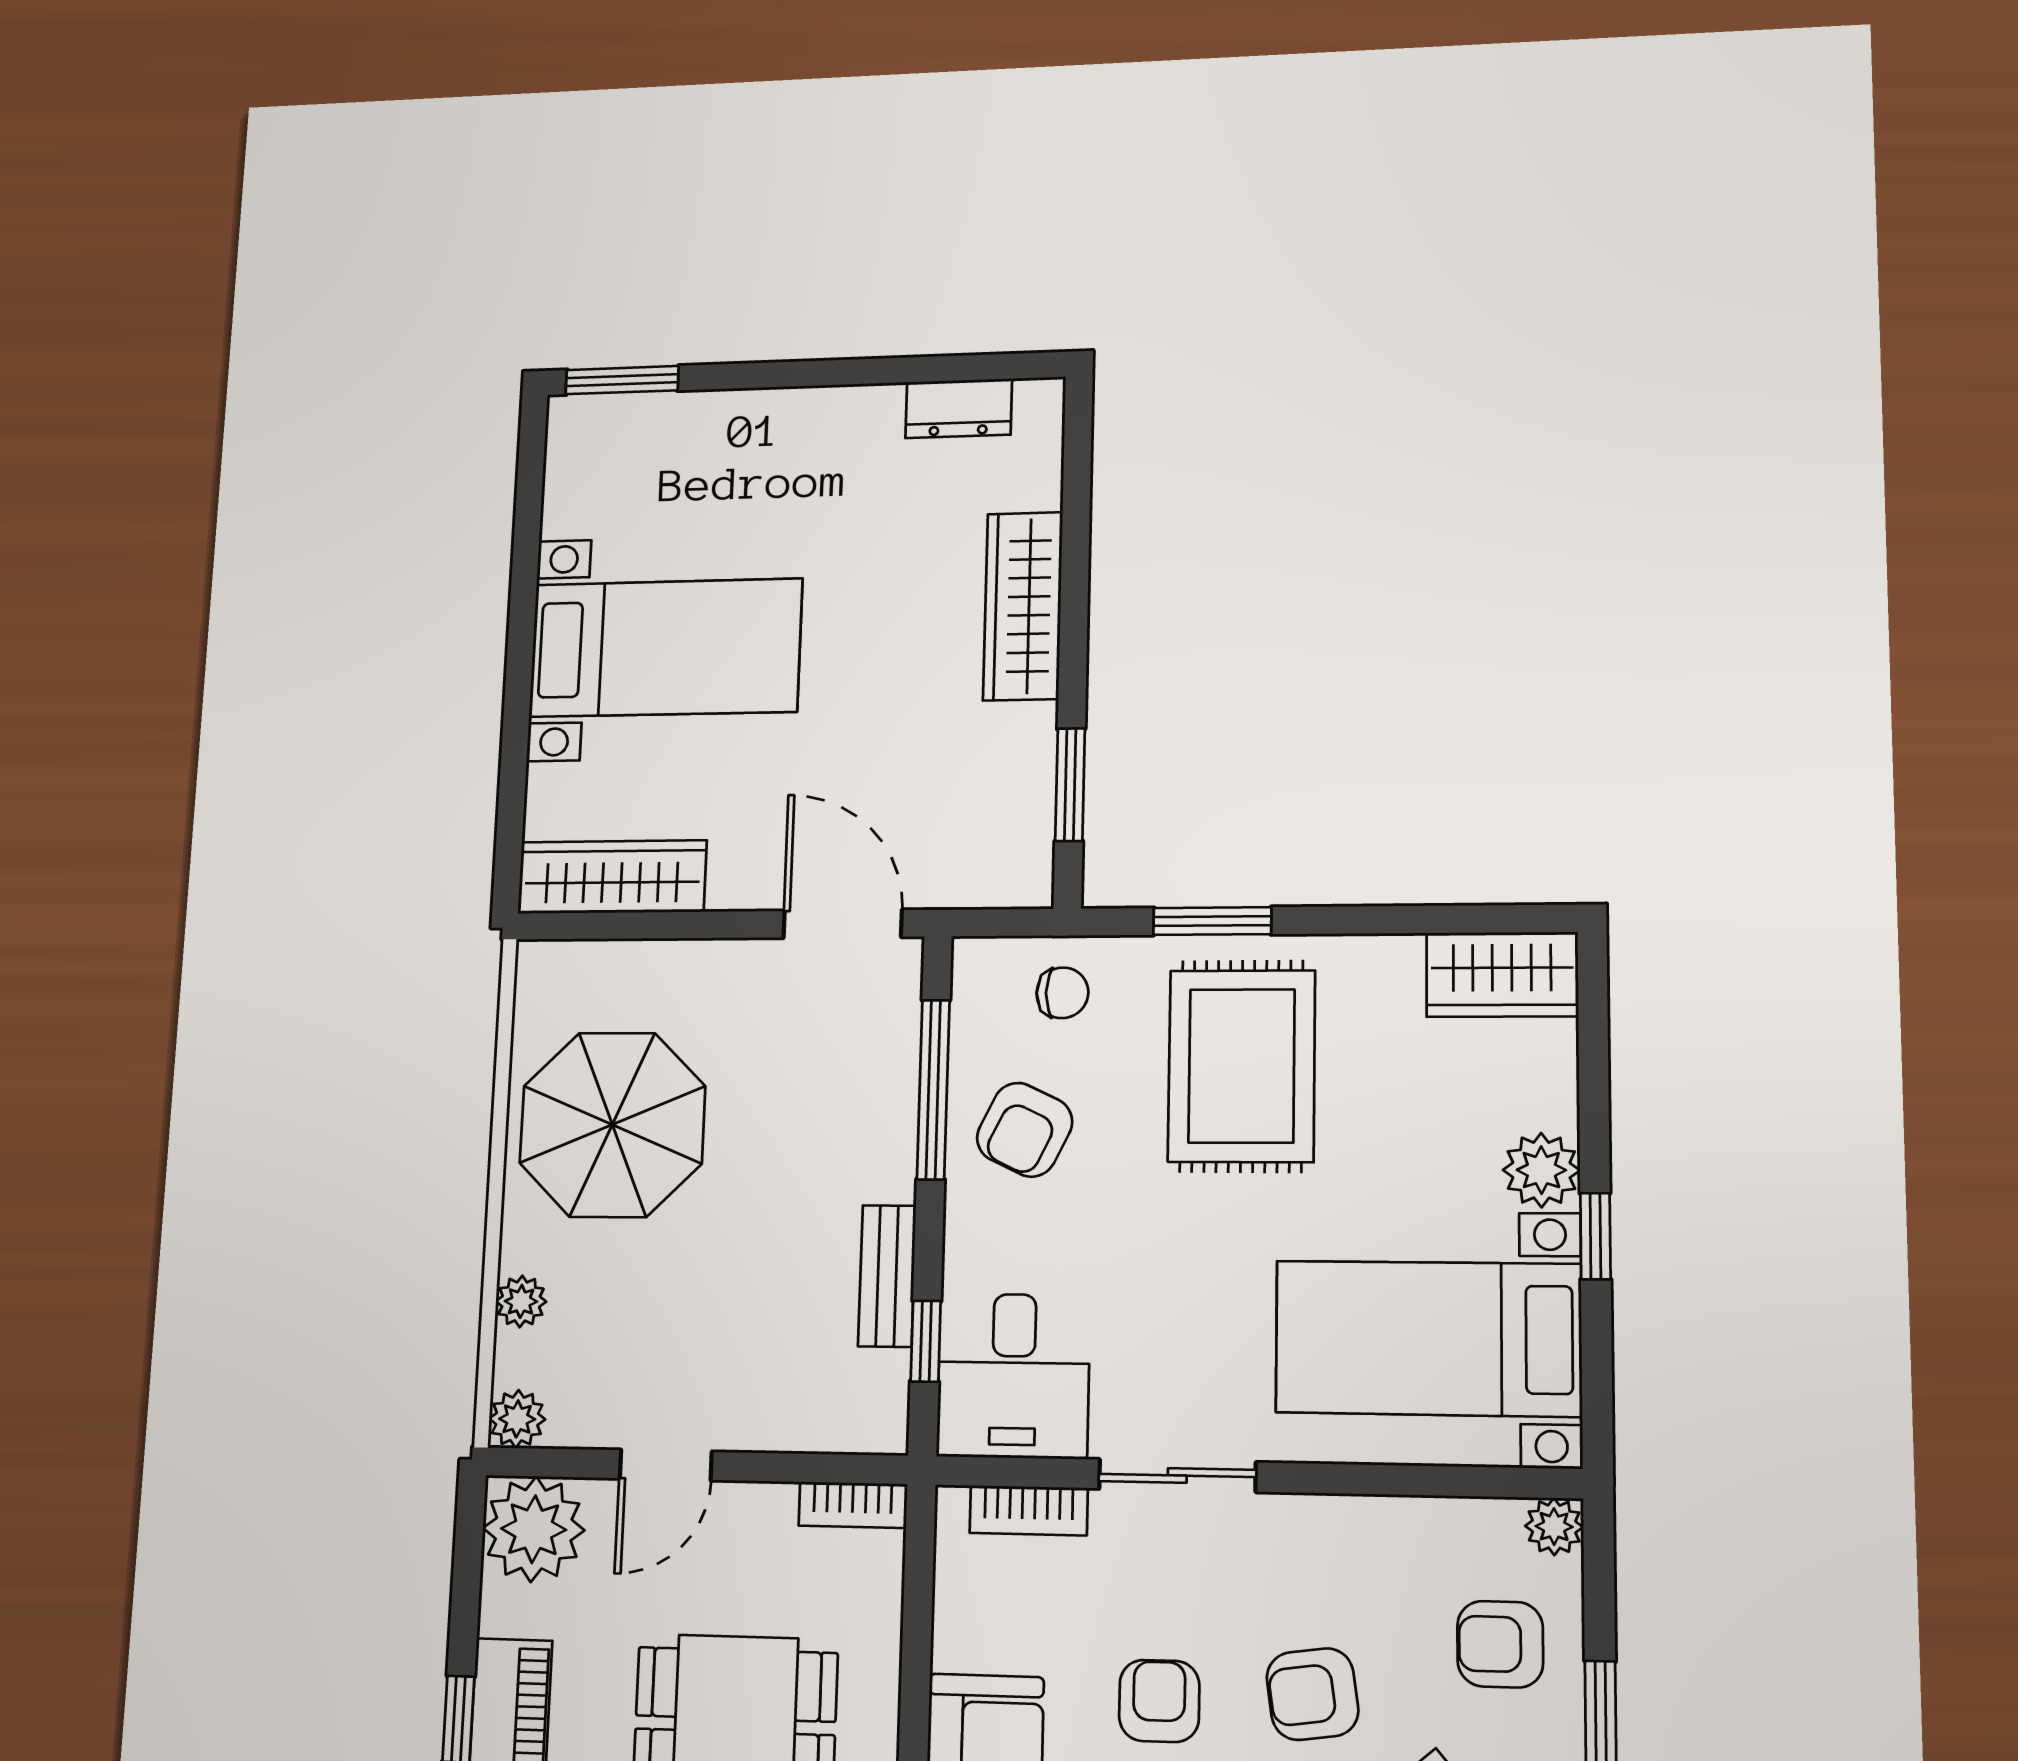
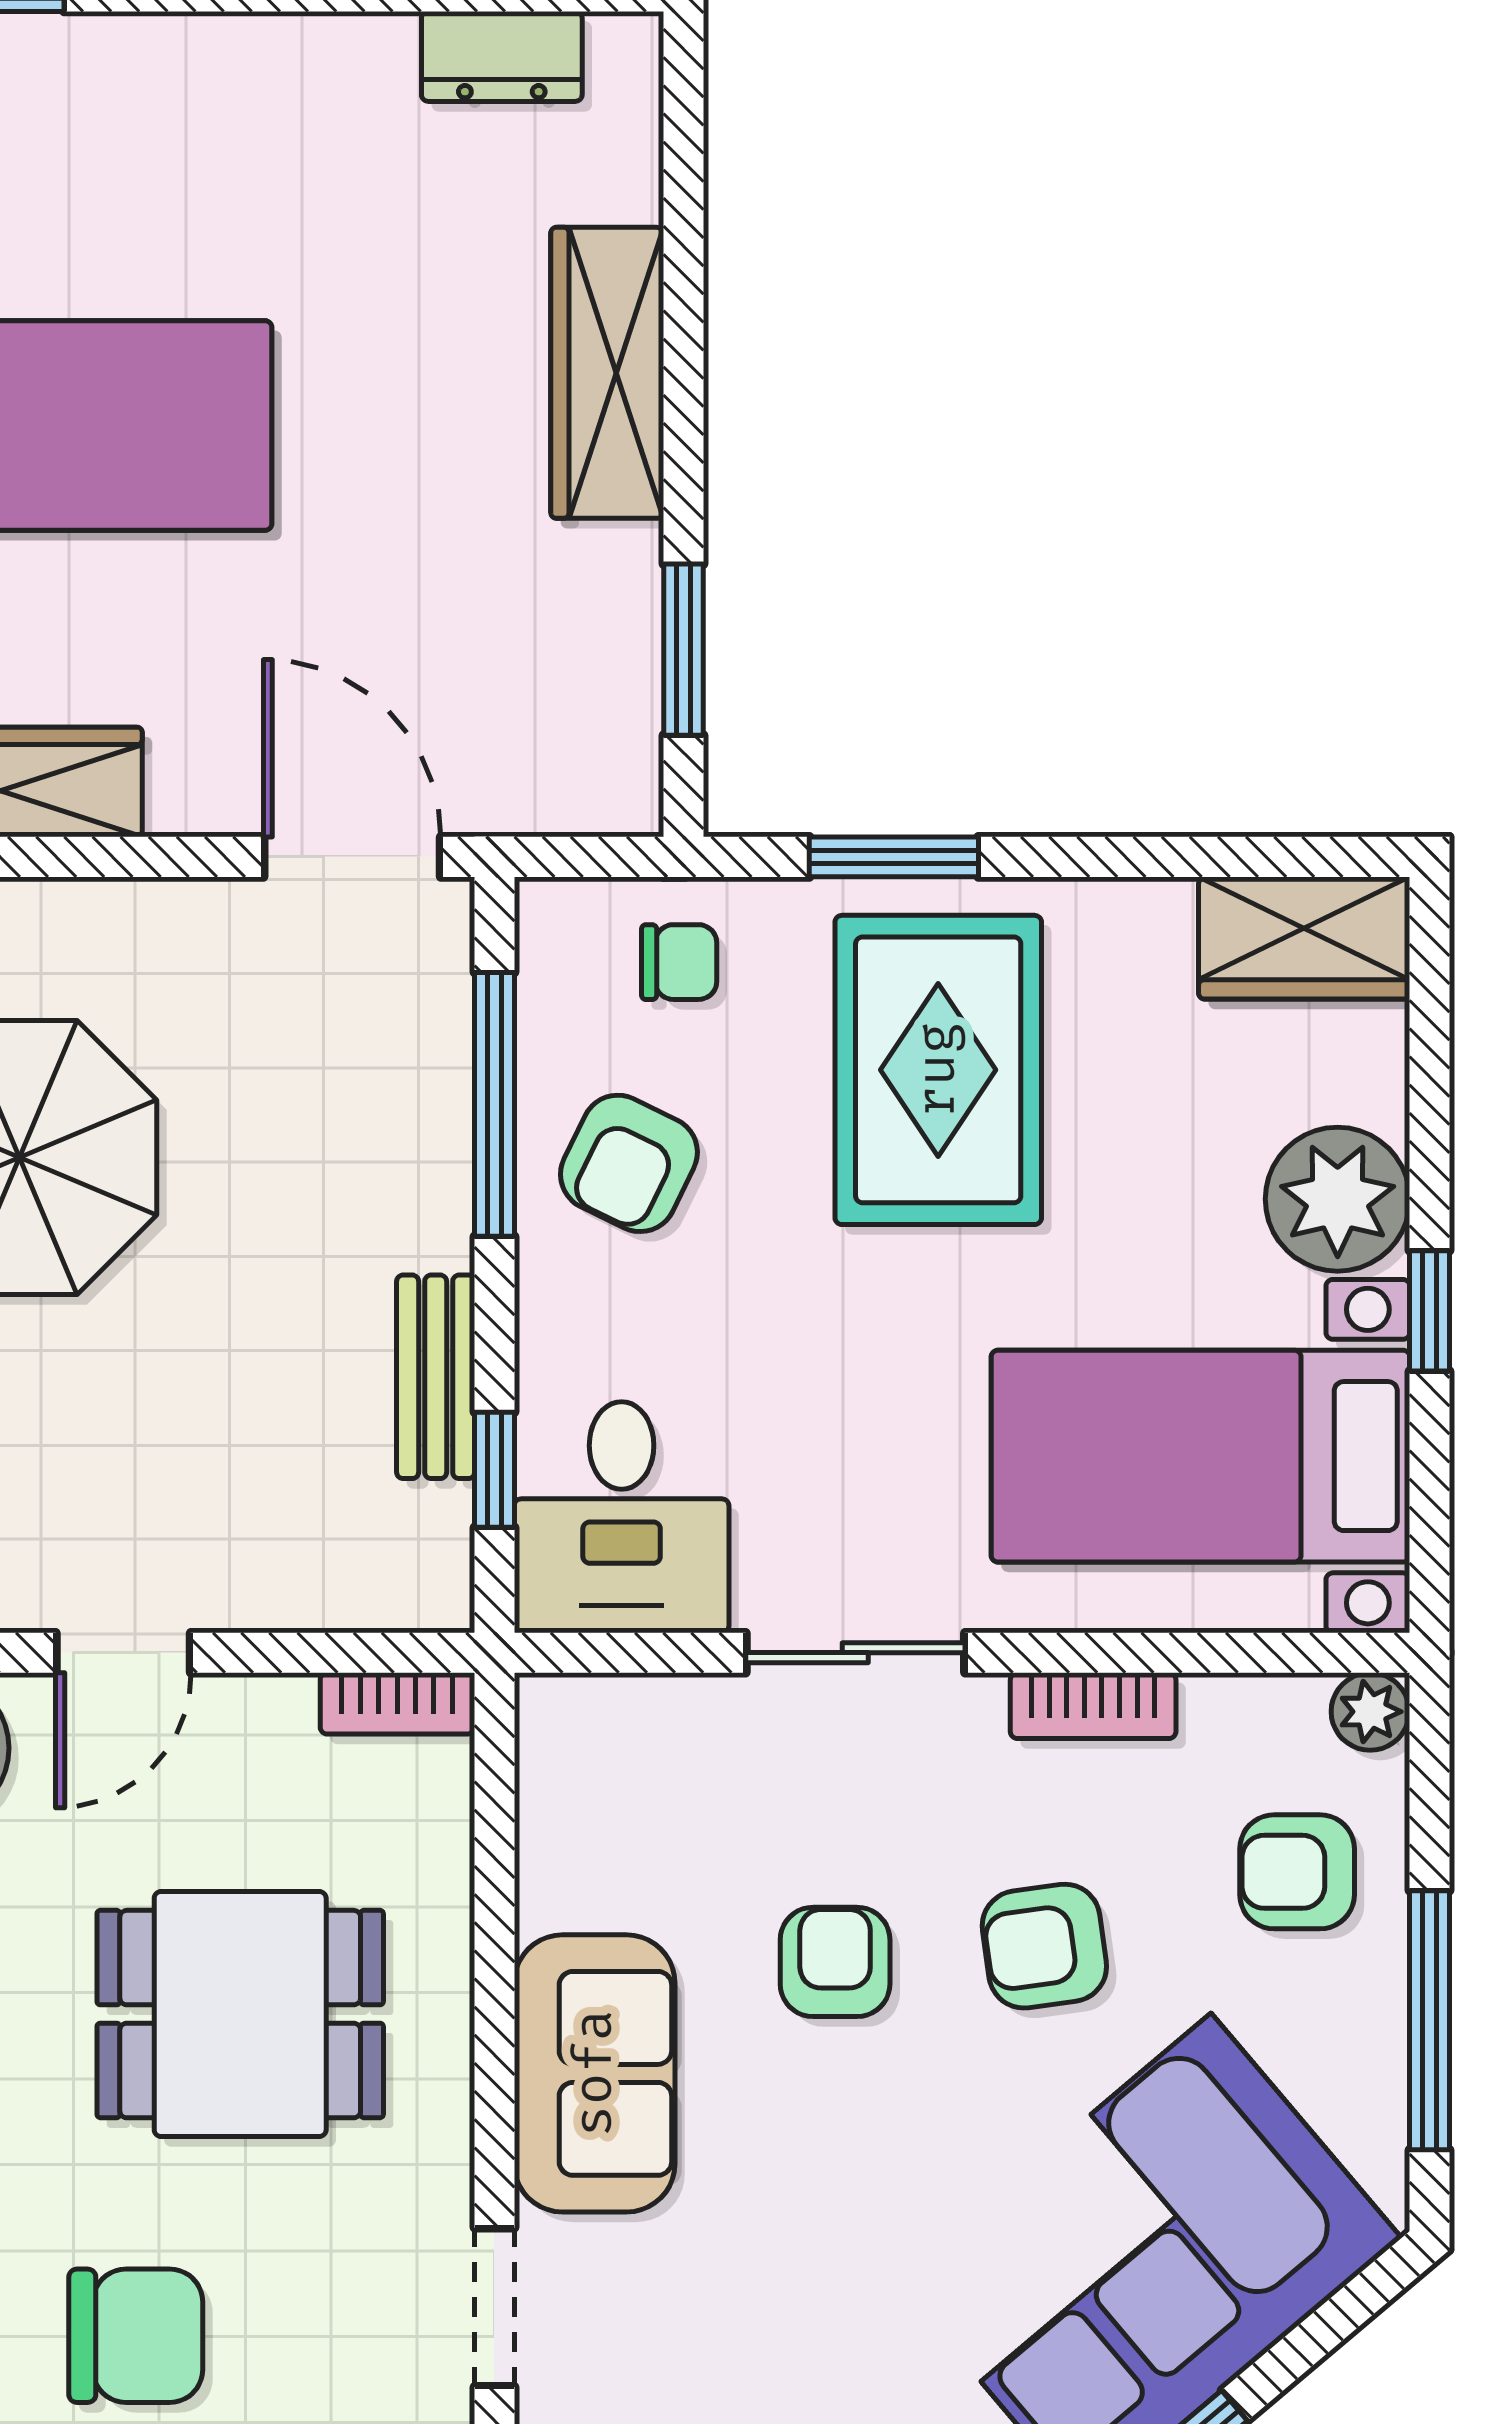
plant: (1541, 1170) -> (1338, 1199), width x1.36, depth x1.36
bookcase: (1029, 1510) -> (1093, 1706), moved

